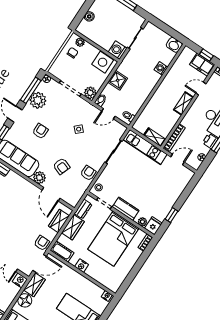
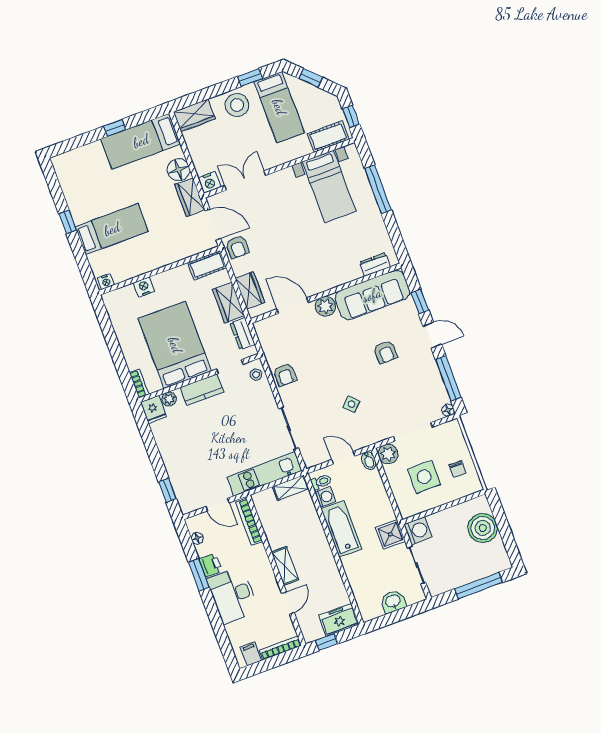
boiler: (89, 16) -> (483, 528), width x1.86, depth x1.86
plant: (80, 42) -> (464, 489), removed
washbasin: (174, 45) -> (393, 602), moved
side table: (103, 62) -> (424, 477), moved
freezer: (202, 65) -> (339, 620), moved
washing machine: (161, 68) -> (325, 497), moved
shower: (118, 80) -> (390, 534), moved
bathtub: (144, 89) -> (341, 529), added
plant: (38, 100) -> (428, 378), removed
door: (108, 114) -> (343, 458), hinge flipped
shelving: (155, 137) -> (291, 488), moved
door: (177, 159) -> (217, 505), hinge flipped
armchair: (61, 166) -> (319, 346), removed
window: (172, 215) -> (167, 490), moved
door: (40, 263) -> (213, 225), swing flipped
nightstand: (82, 266) -> (144, 287), moved

